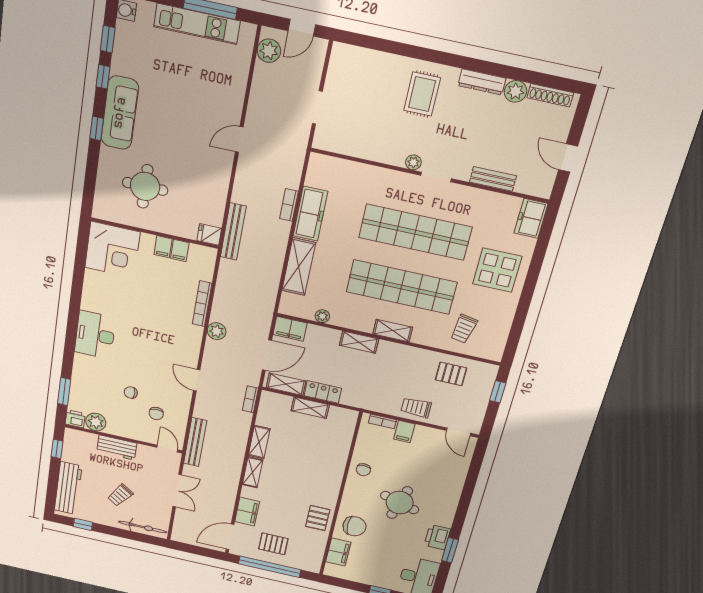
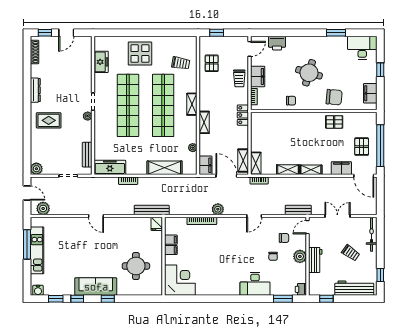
plant: (516, 91) -> (36, 169), moved
window: (579, 121) -> (45, 33), added
bench: (493, 179) -> (87, 155), moved
freezer: (310, 214) -> (110, 167), moved
freezer: (531, 218) -> (101, 62), moved, turned -90
desk: (95, 335) -> (255, 284), moved
locker: (323, 392) -> (243, 115), moved
shelving: (310, 408) -> (256, 163), moved
plant: (96, 422) -> (300, 256), moved
filing cabinet: (404, 432) -> (258, 76), width x2.00
bench: (195, 442) -> (298, 210), width x0.73
chair: (355, 526) -> (334, 97), turned 95
printer: (437, 537) -> (277, 43), moved
filing cabinet: (338, 552) -> (370, 93), moved, turned -90

